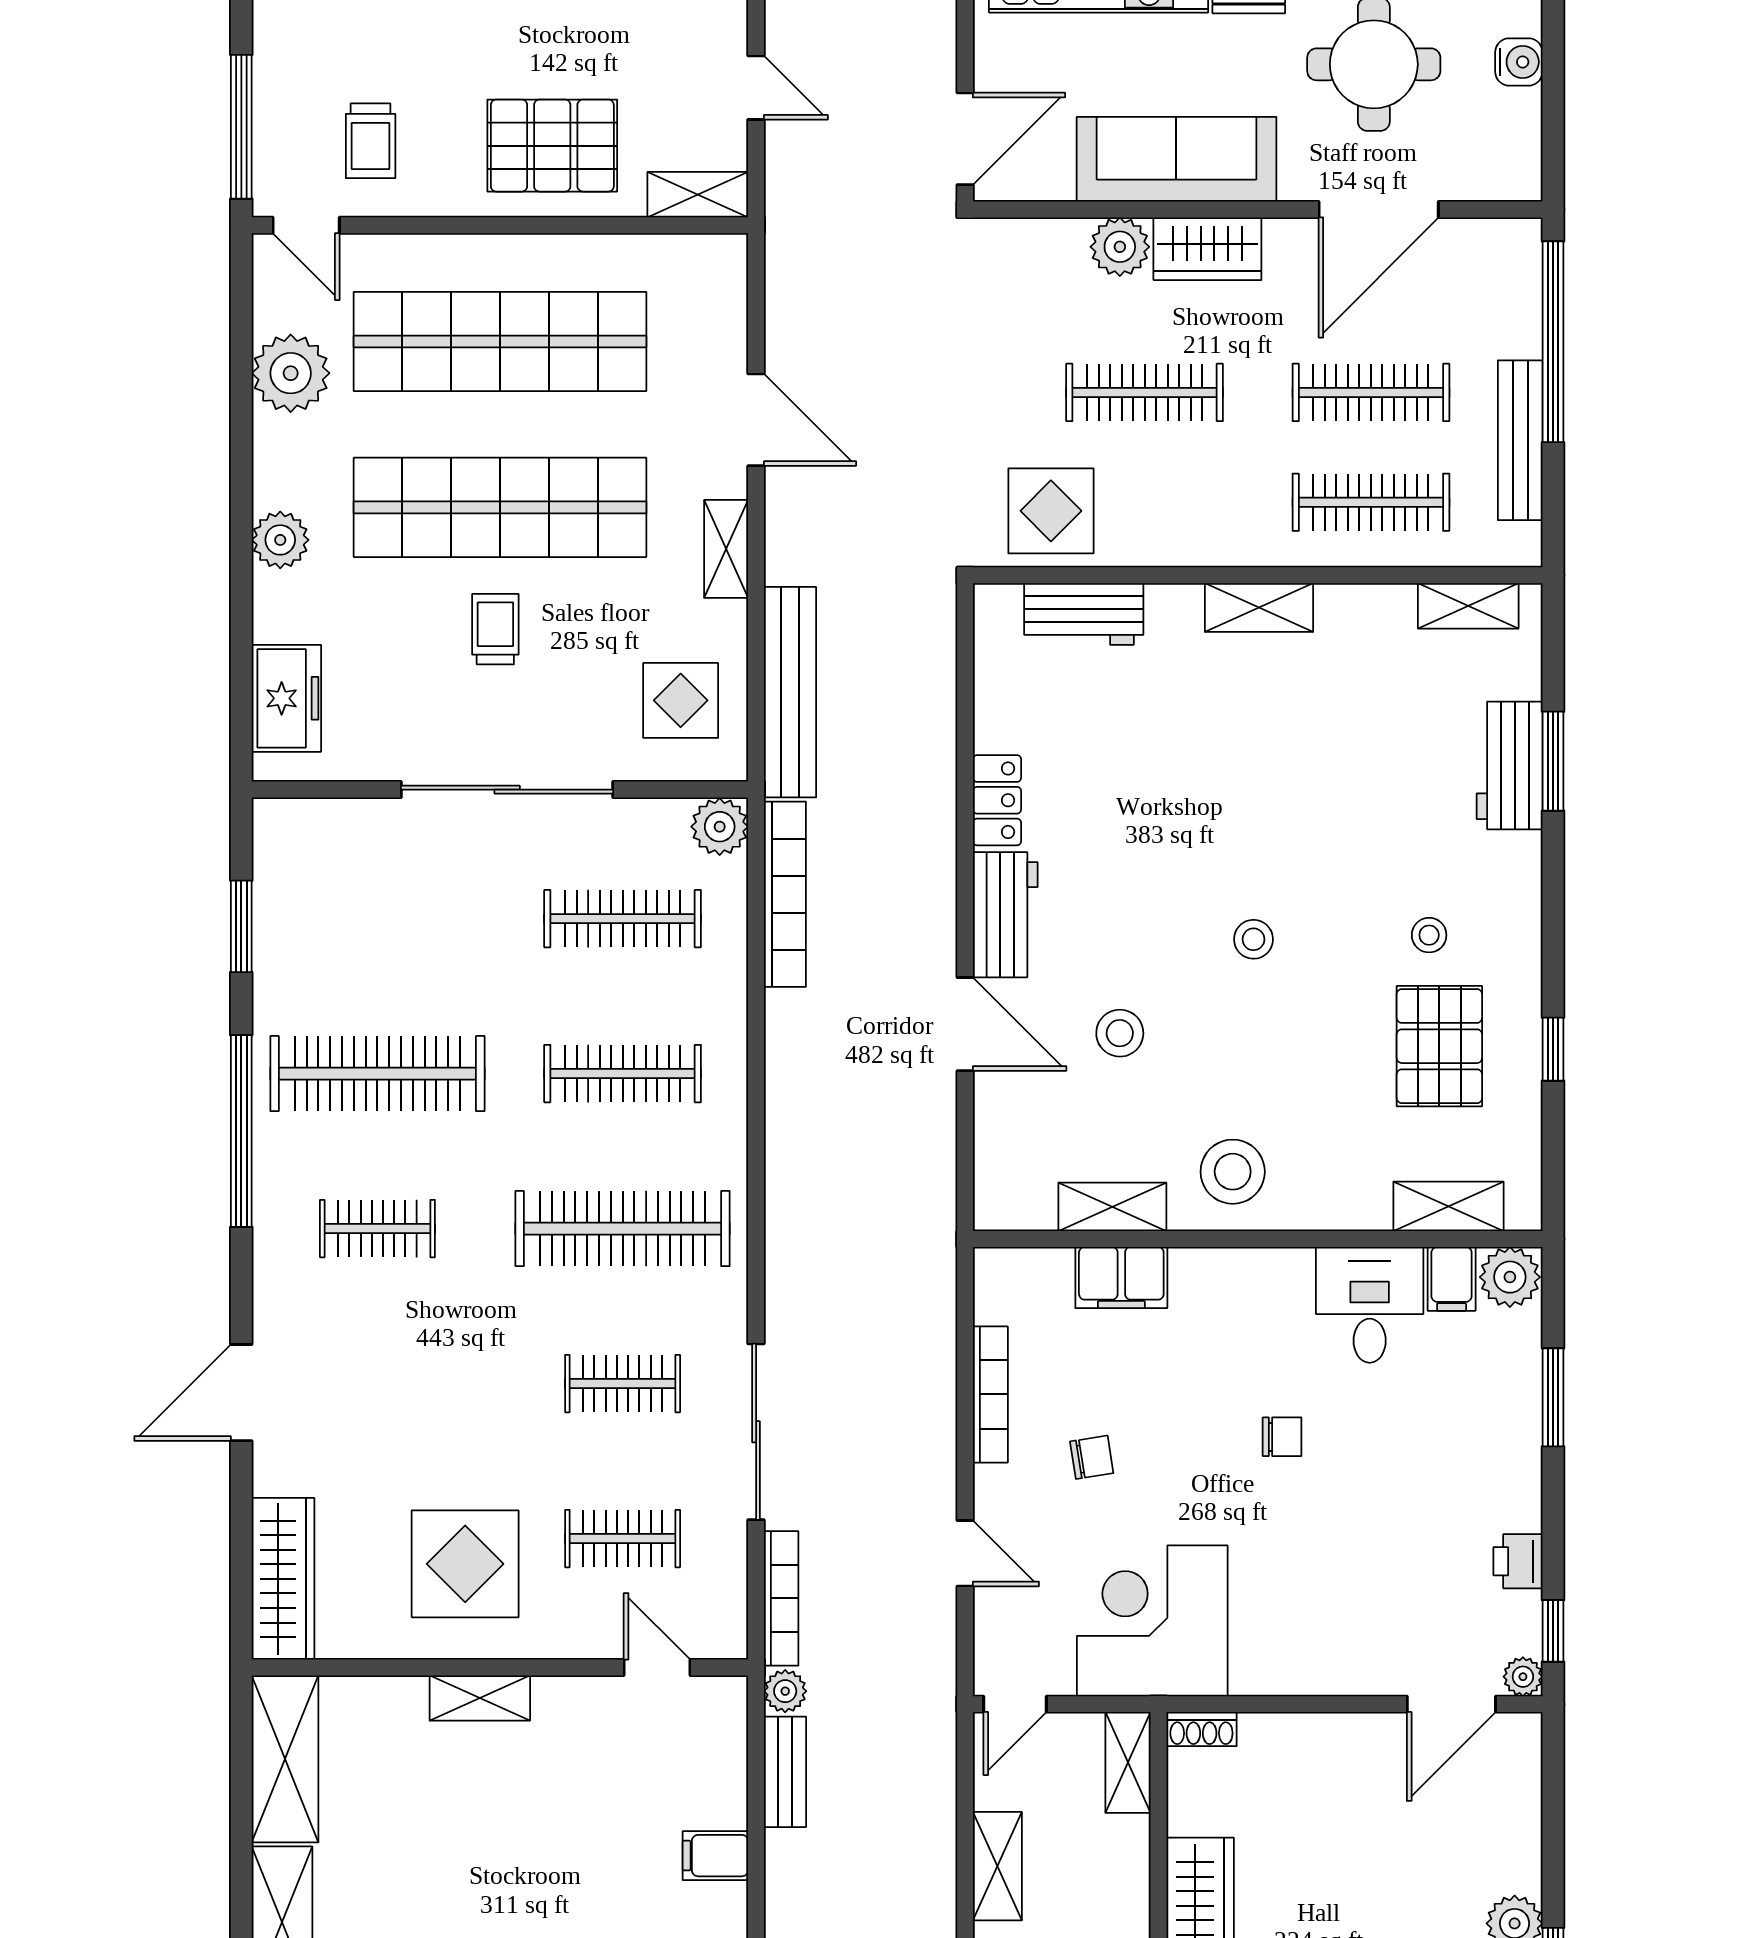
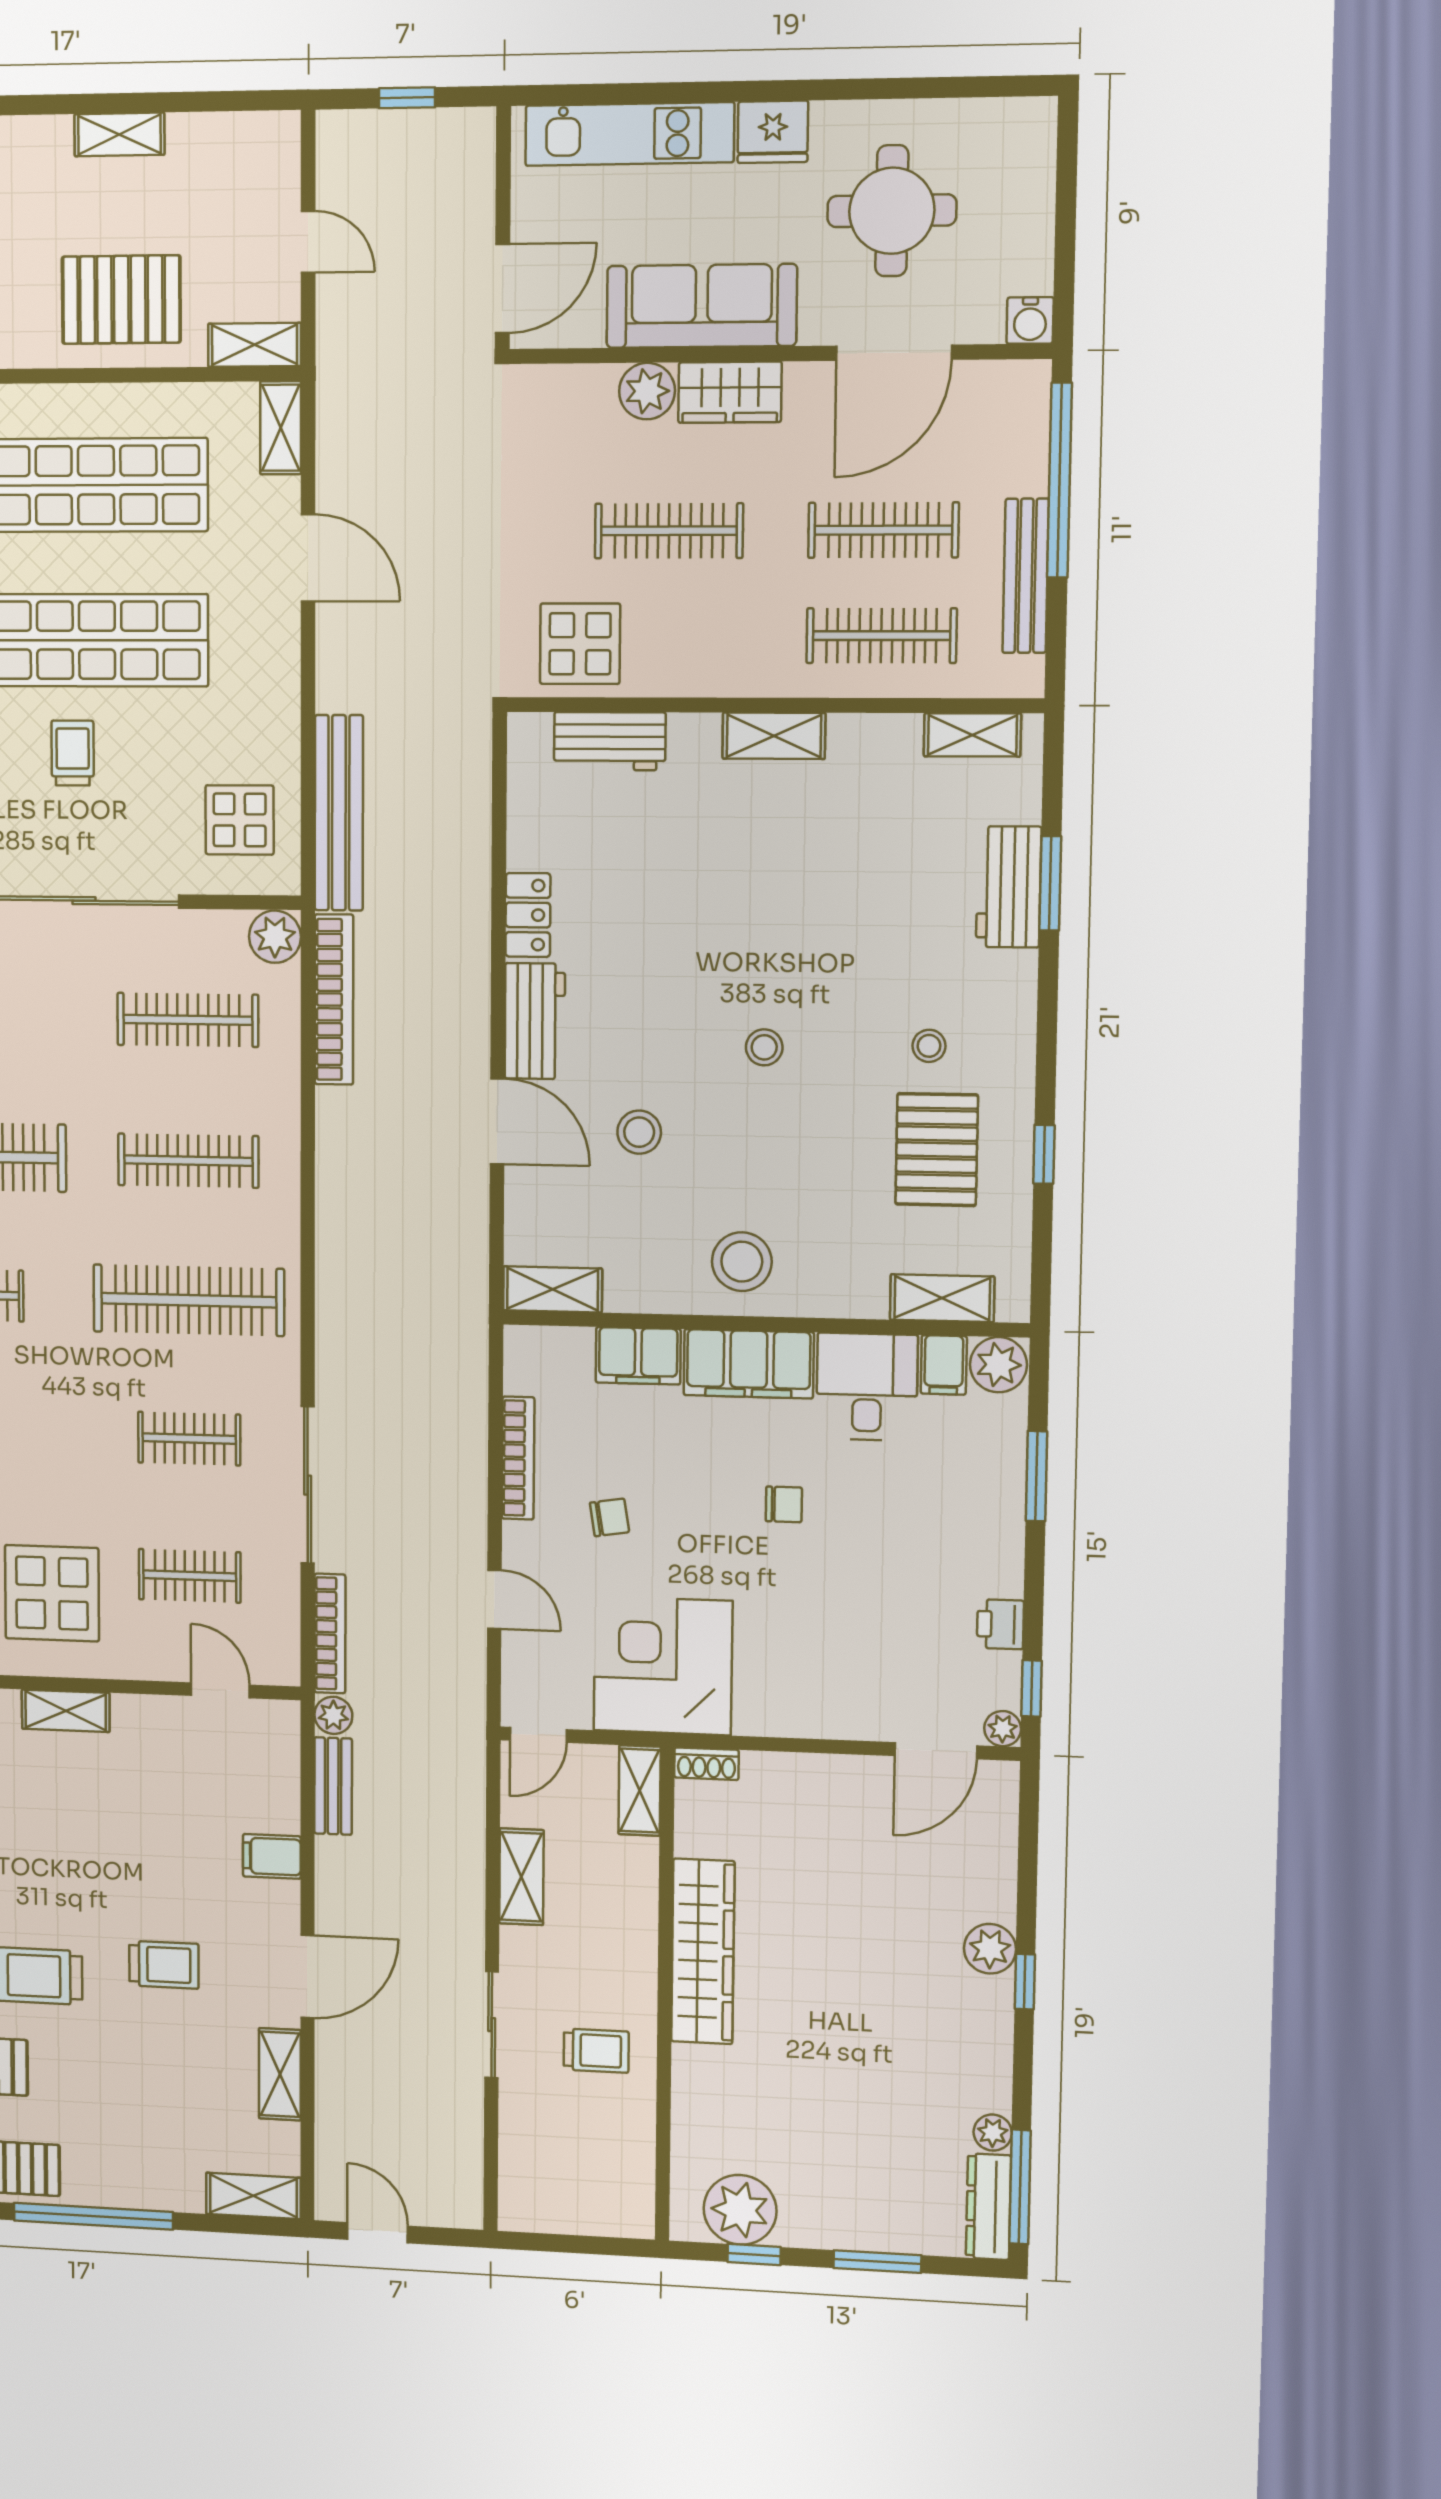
water cooler: (1519, 62) -> (1030, 321), moved, turned 90
shelving: (726, 549) -> (281, 428), moved
shelving: (1112, 1207) -> (553, 1289), moved
filing cabinet: (1242, 1283) -> (749, 1364), added

